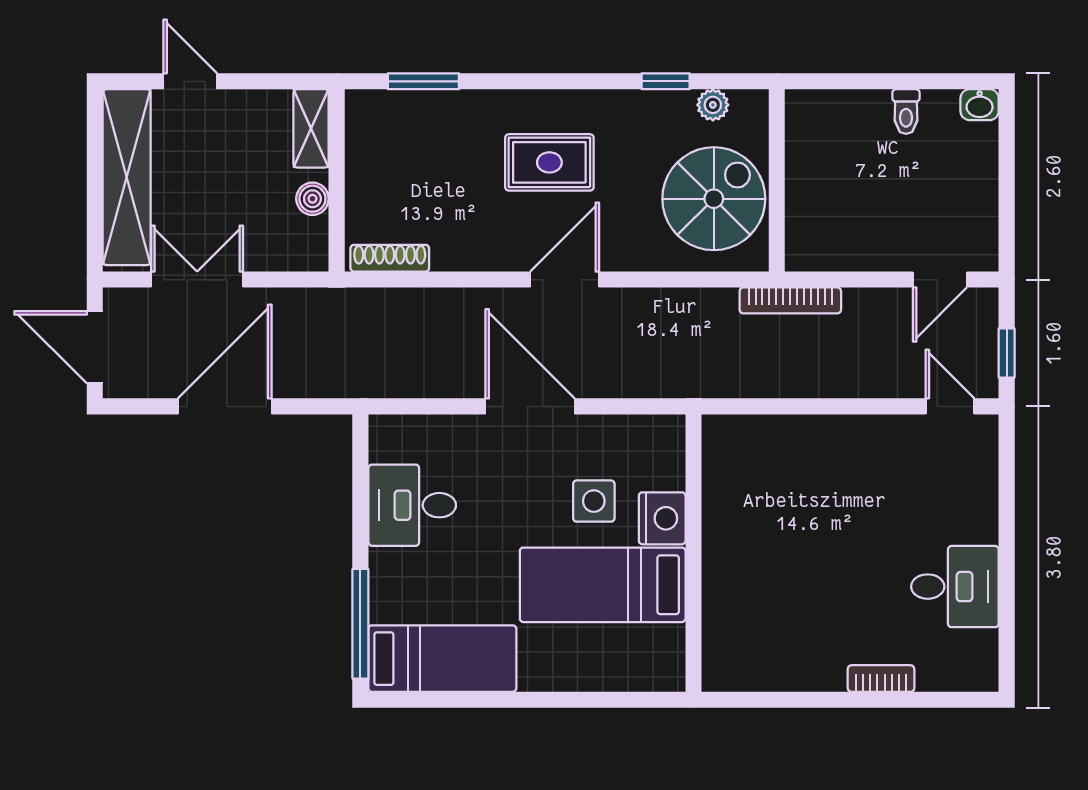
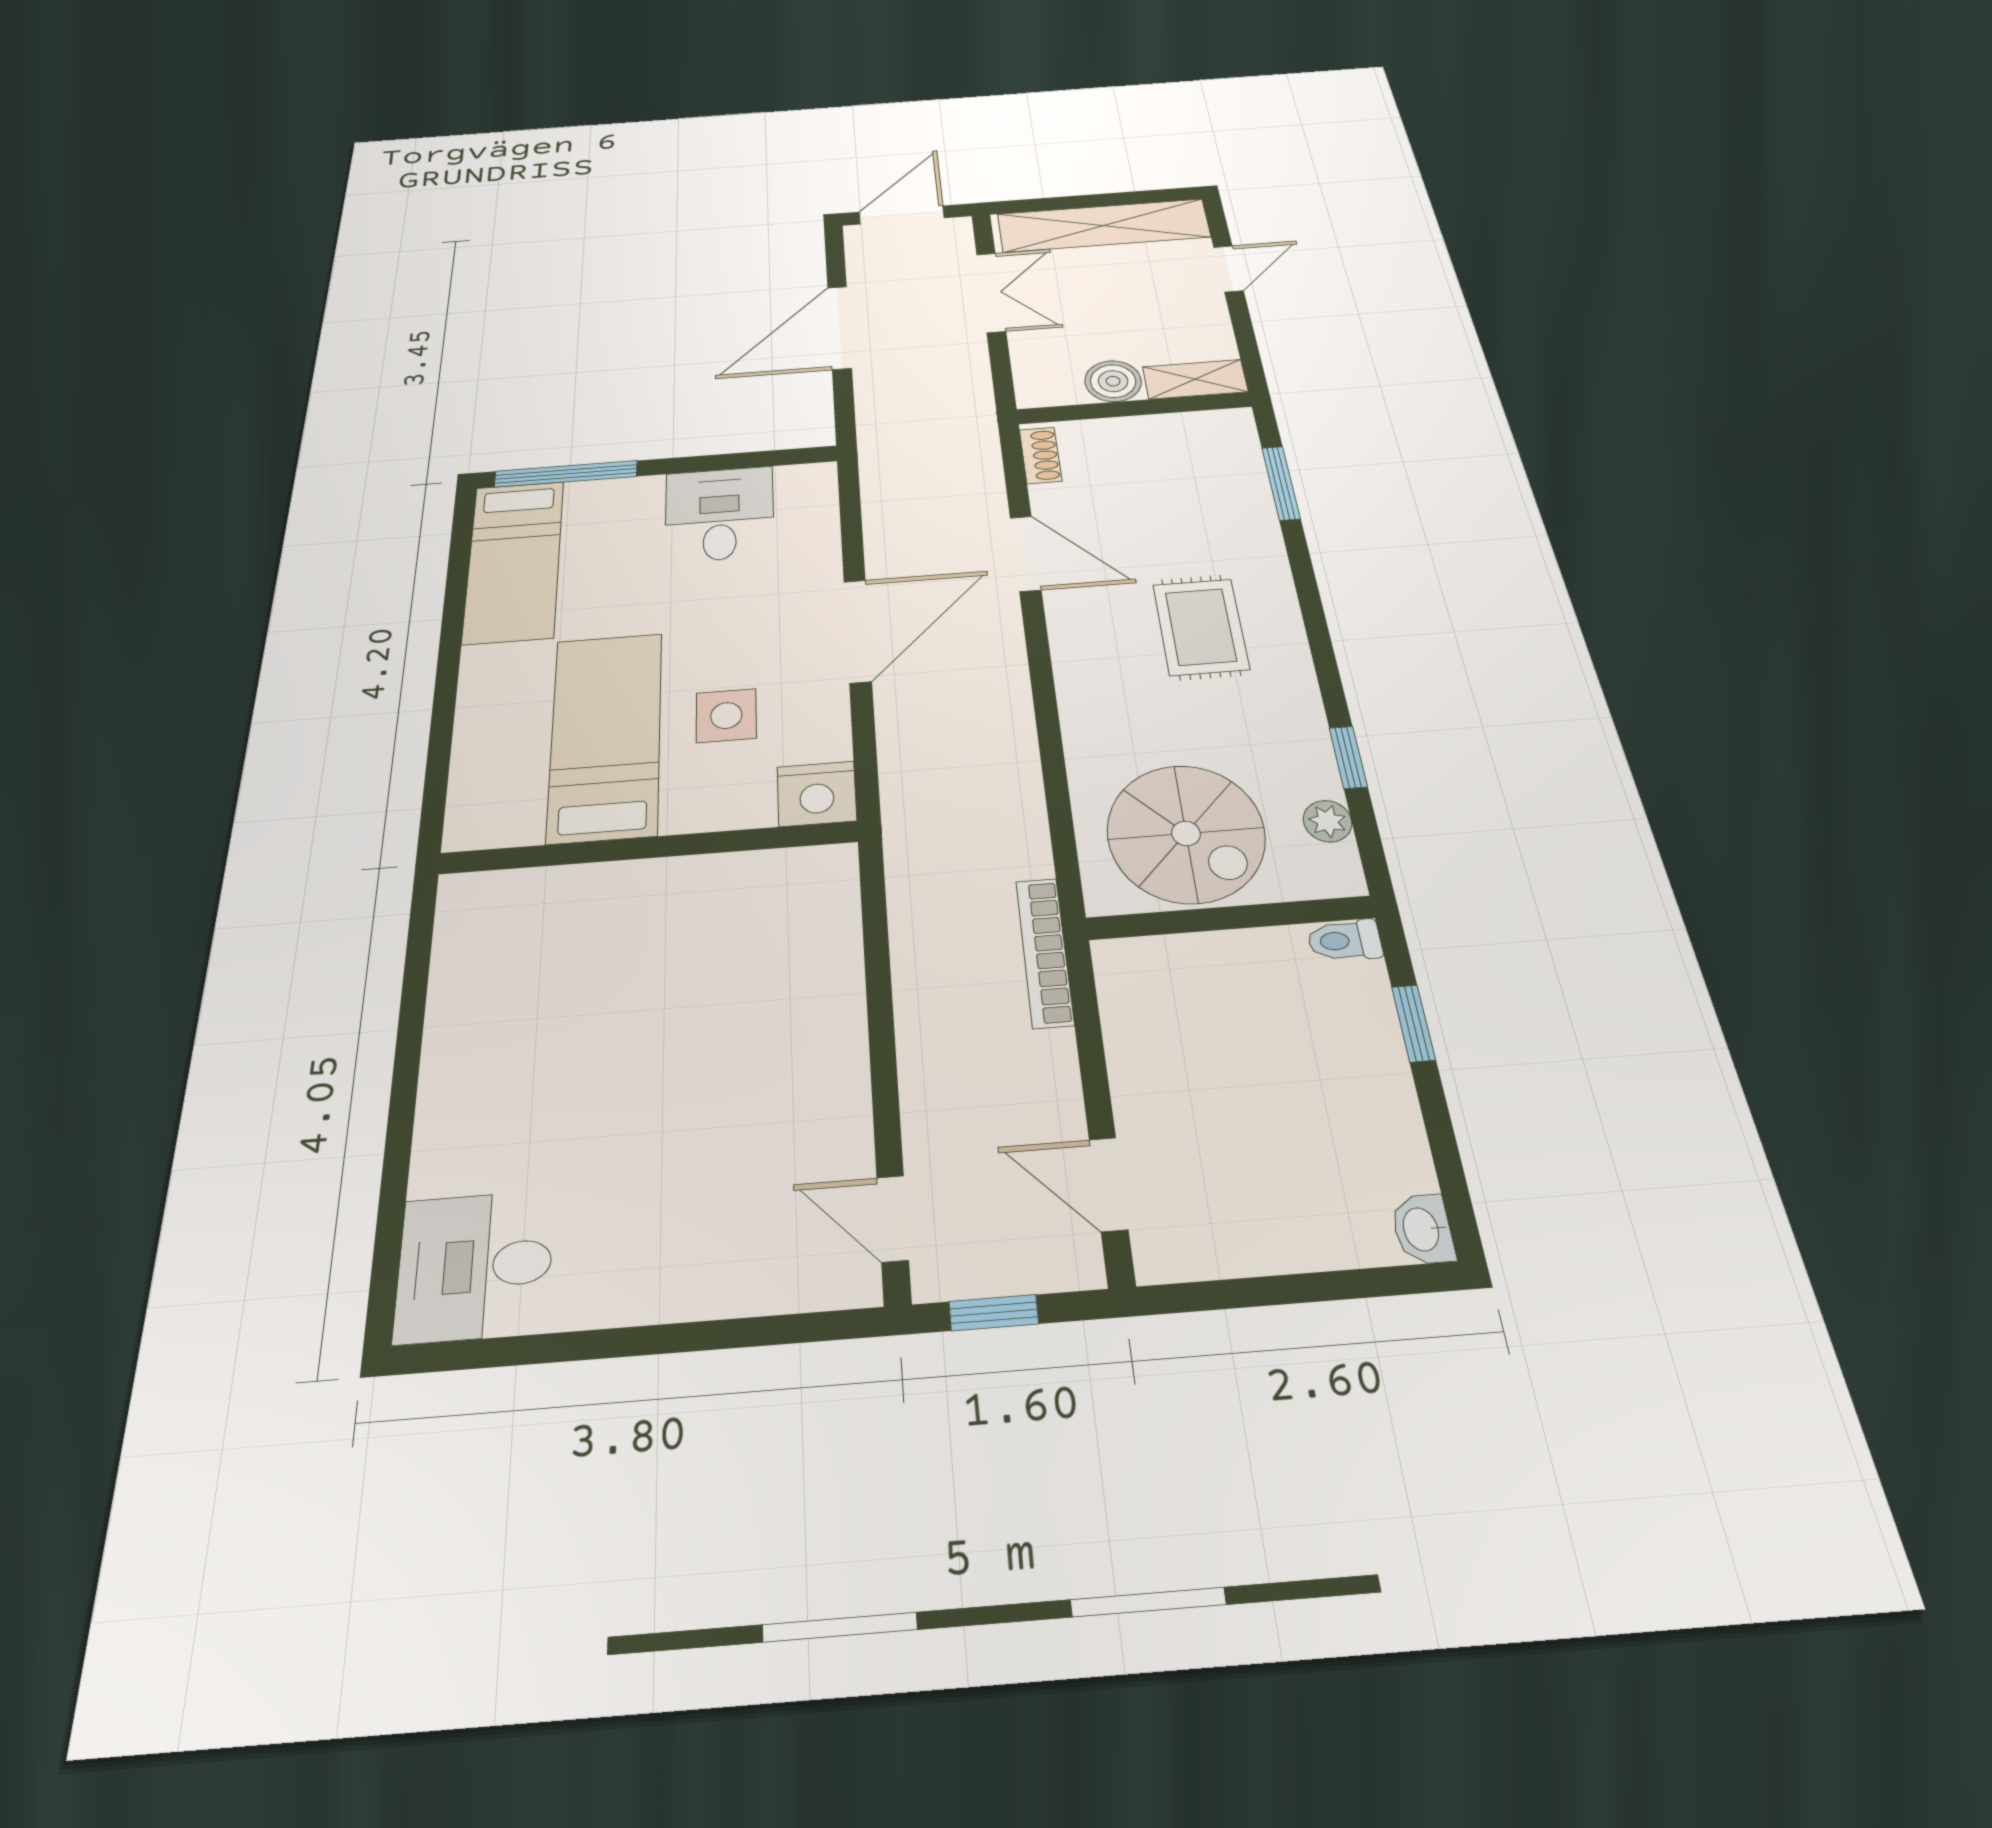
window: (856, 81) -> (1413, 1023), added
toilet: (906, 112) -> (1345, 940), moved
boiler: (312, 199) -> (1113, 381), width x1.36, depth x1.36
shoe rack: (390, 258) -> (1041, 455), width x0.70
door: (565, 280) -> (1025, 554), moved
door: (225, 406) -> (839, 328), swing flipped
door: (950, 406) -> (893, 1219), swing flipped
nightstand: (662, 518) -> (817, 794), moved
desk: (955, 587) -> (475, 1266), moved, turned 90
bookcase: (881, 679) -> (434, 1139), removed

